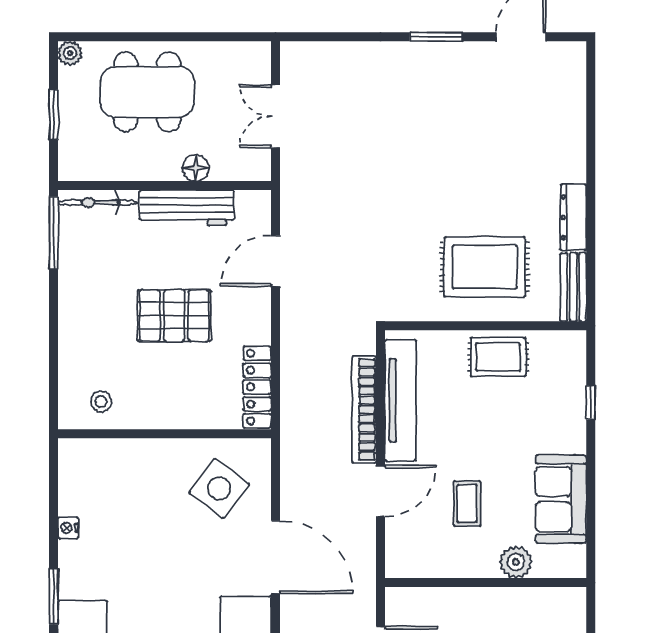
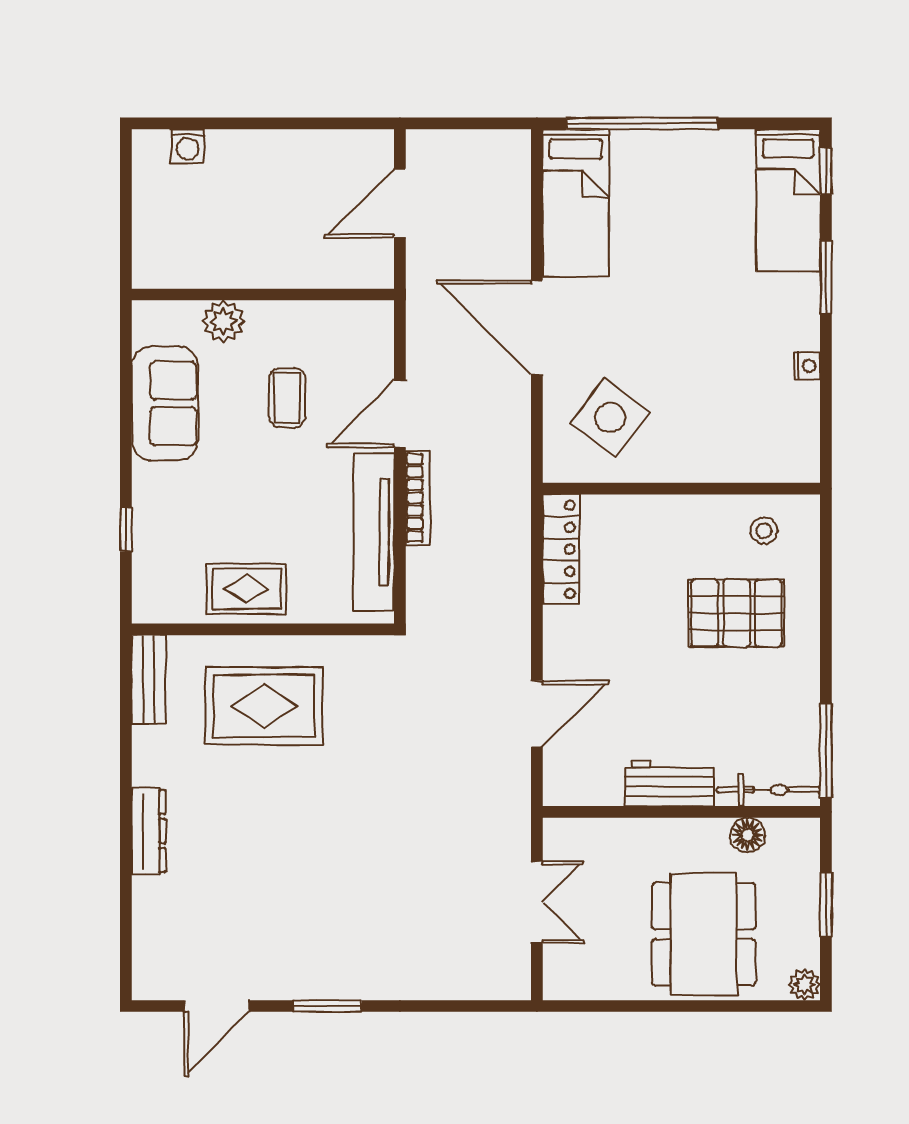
dining table: (147, 92) -> (704, 934), turned 90
floor lamp: (196, 168) -> (747, 835), moved
workbench: (187, 208) -> (669, 783), width x0.73
dresser: (573, 217) -> (149, 831), moved
pallet: (174, 316) -> (736, 613), moved
bookcase: (364, 409) -> (418, 498), width x0.68, depth x0.76

